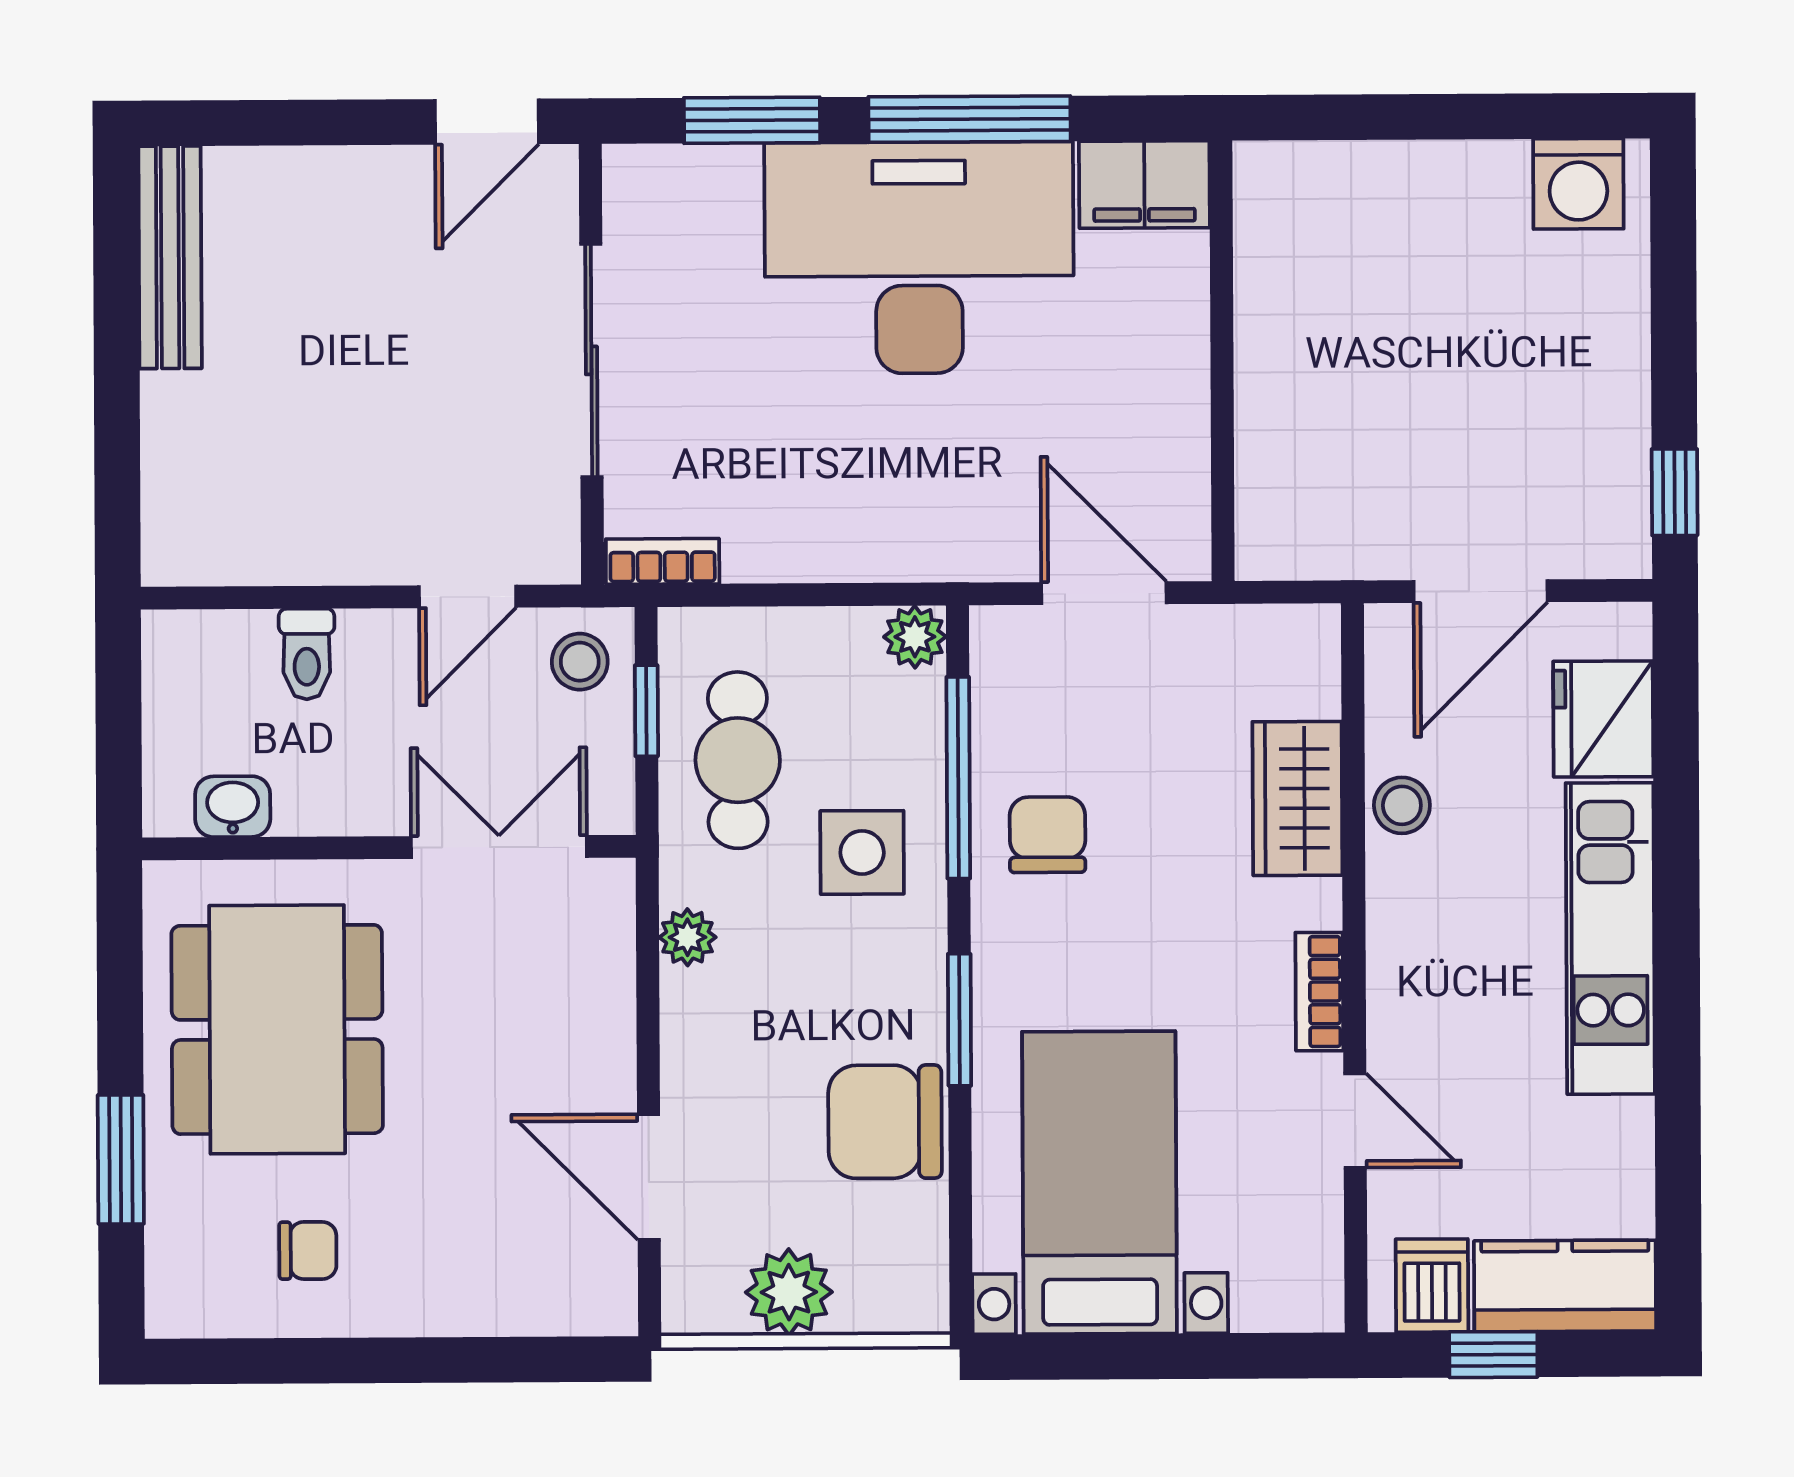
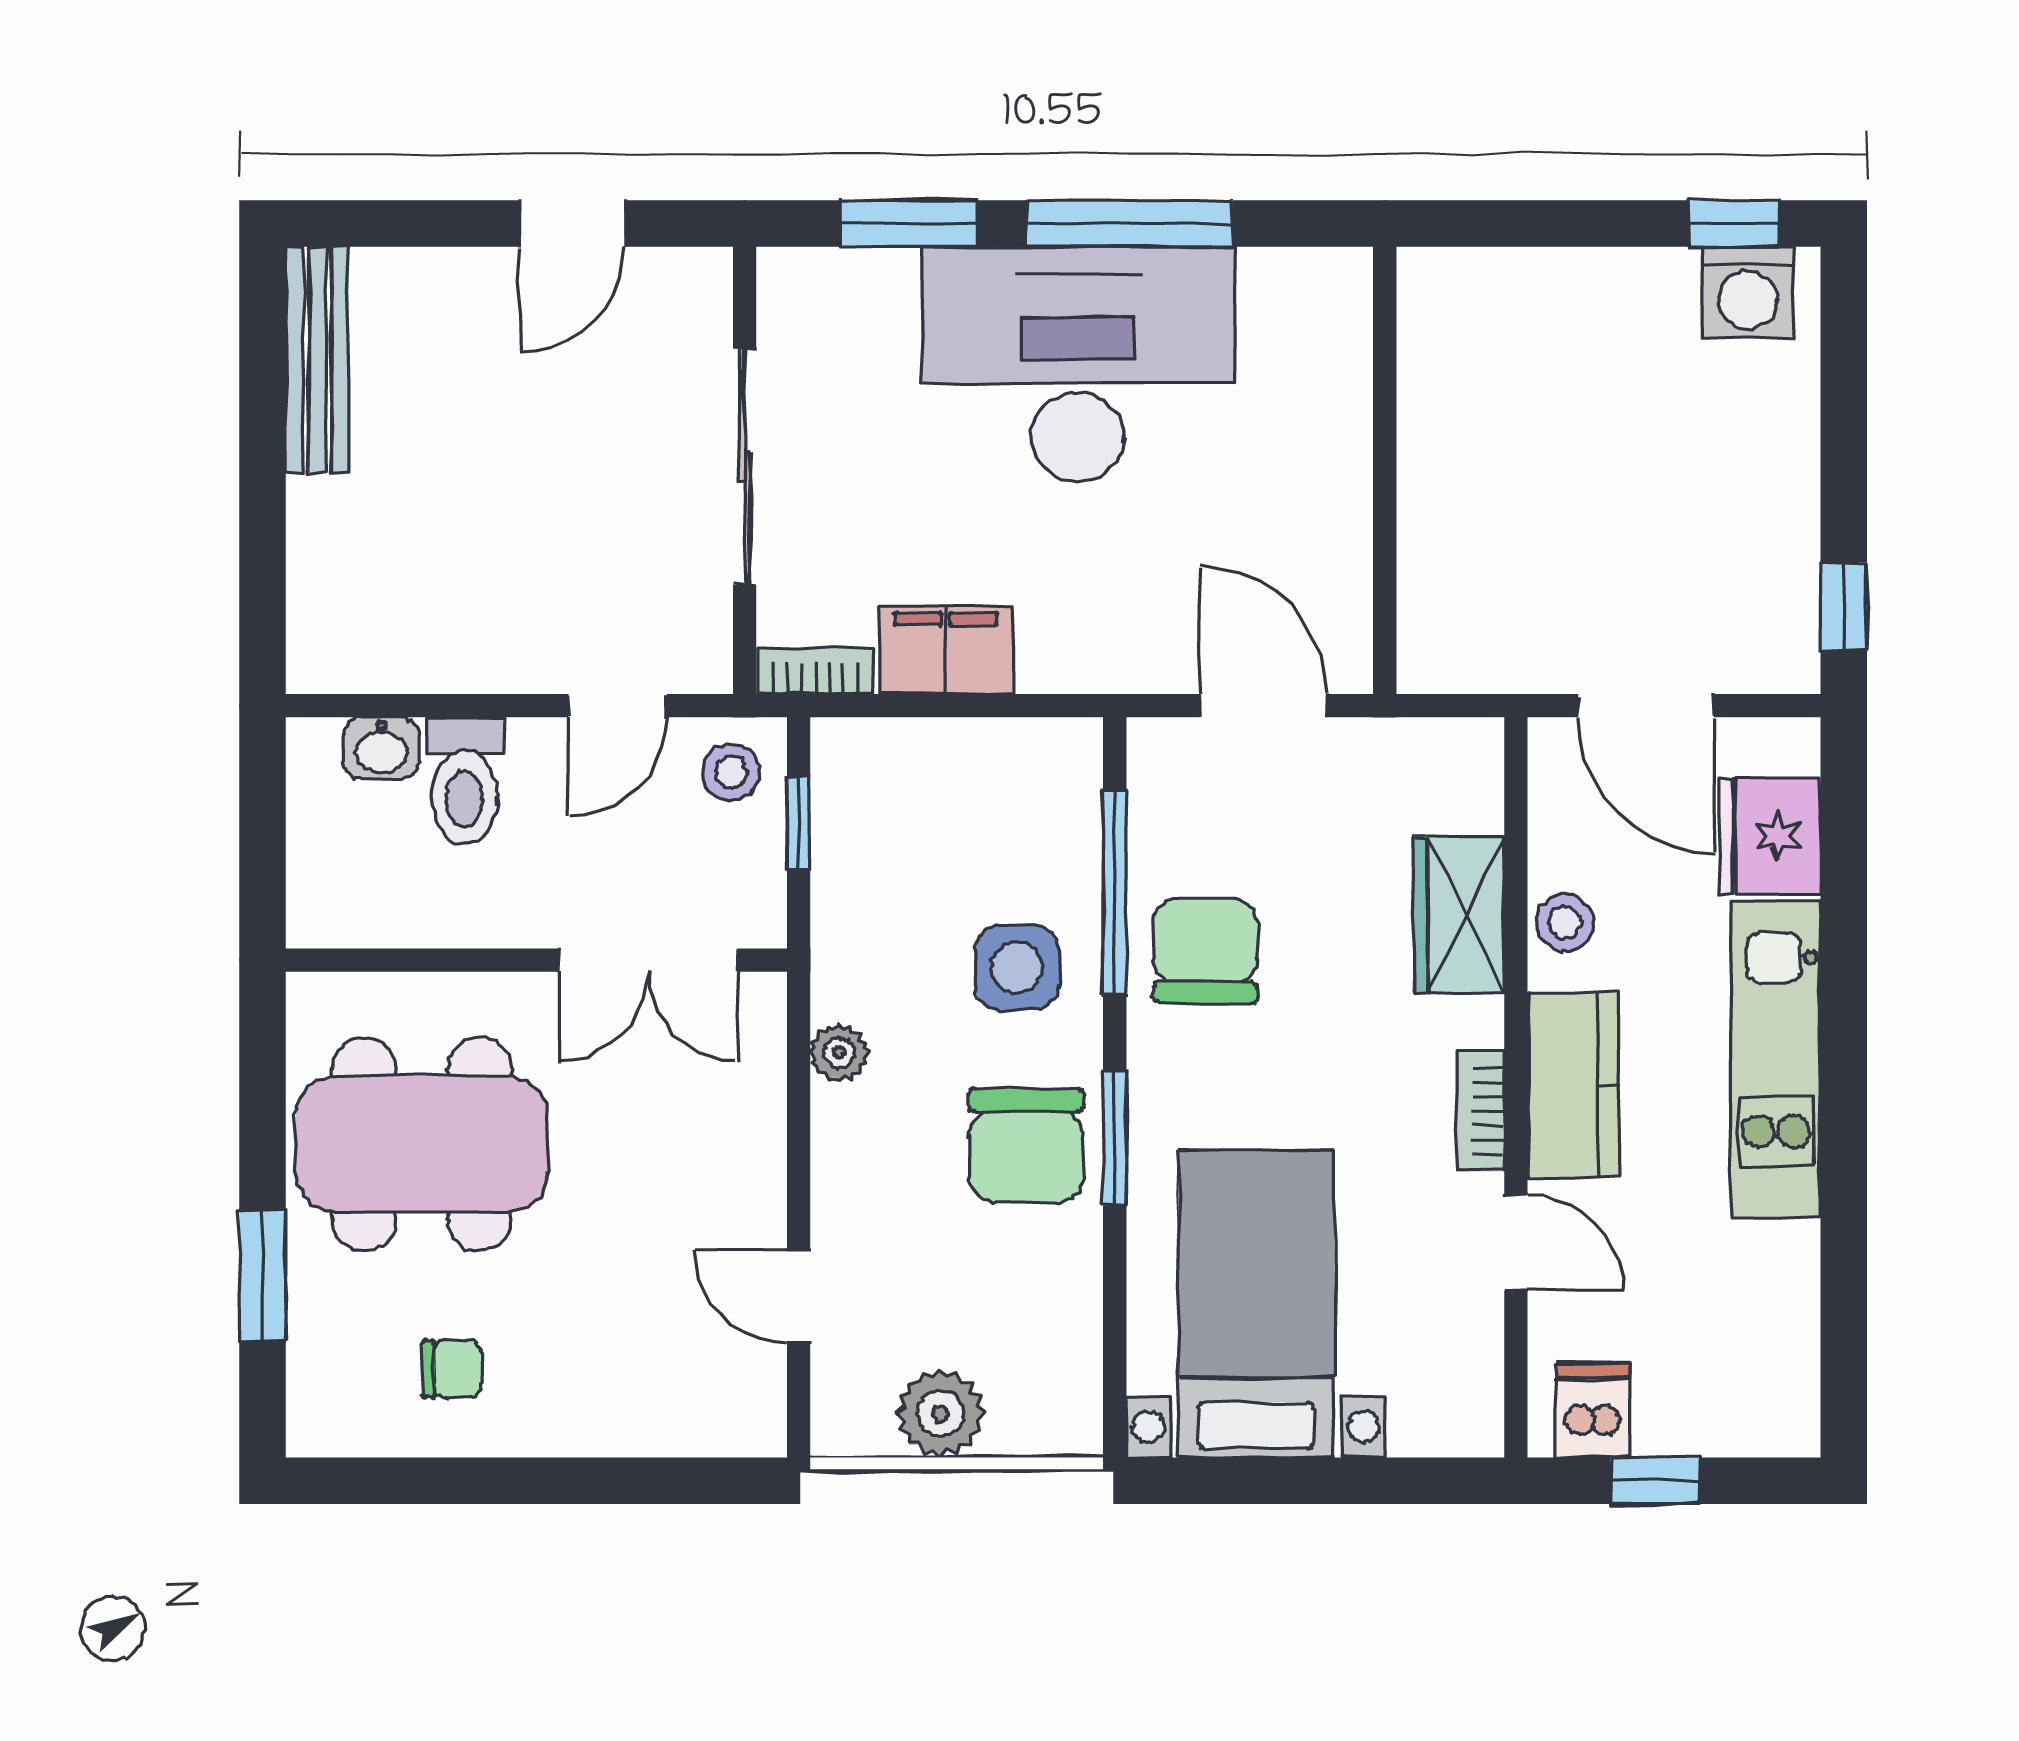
window: (1564, 116) -> (1734, 224), added
door: (487, 122) -> (572, 224), moved
filing cabinet: (1144, 184) -> (946, 650), moved, turned 180
door: (1481, 591) -> (1646, 706), hinge flipped
plant: (915, 637) -> (1072, 749), removed
toilet: (307, 654) -> (464, 781), width x1.37, depth x1.39
cafe table: (738, 760) -> (891, 873), removed
washbasin: (233, 807) -> (381, 748), moved, turned 180
chair: (1048, 835) -> (1205, 951), width x1.37, depth x1.37
double door: (499, 847) -> (648, 960), swing flipped
dining table: (277, 1029) -> (422, 1144), turned 90
chair: (885, 1122) -> (1026, 1146), moved, turned -90
door: (649, 1177) -> (799, 1296), width x0.73
kitchen counter: (1565, 1286) -> (1574, 1085), moved, turned 90

